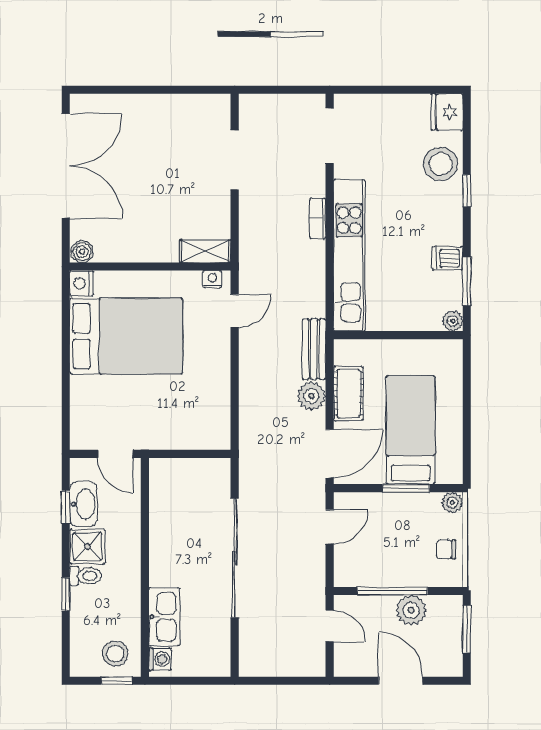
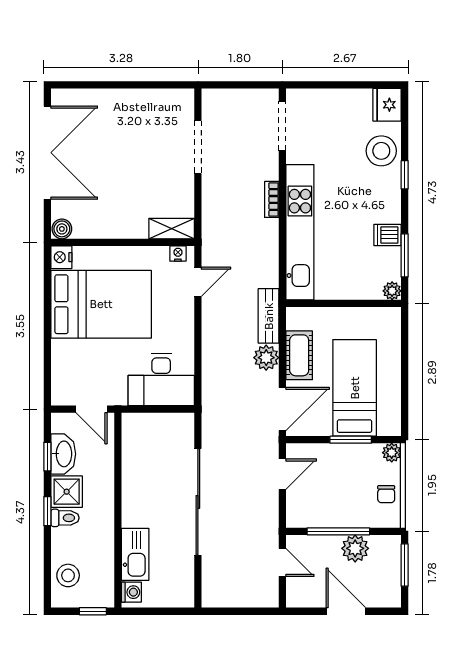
desk: (194, 421) -> (161, 380), added
chair: (446, 549) -> (386, 494), turned -90
window: (66, 594) -> (47, 511), moved
stool: (115, 654) -> (68, 575), moved

